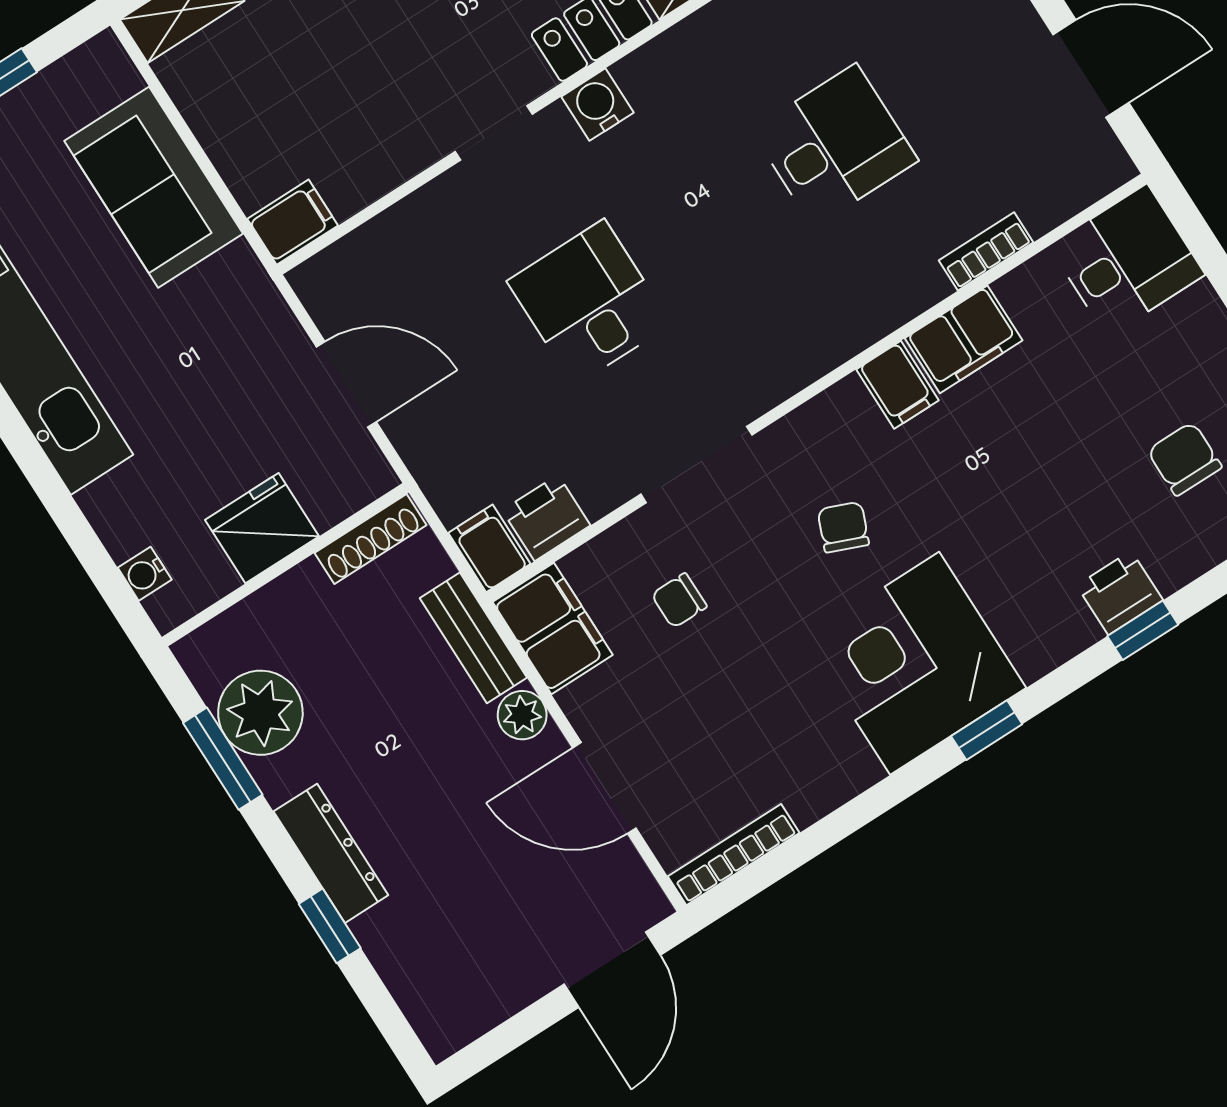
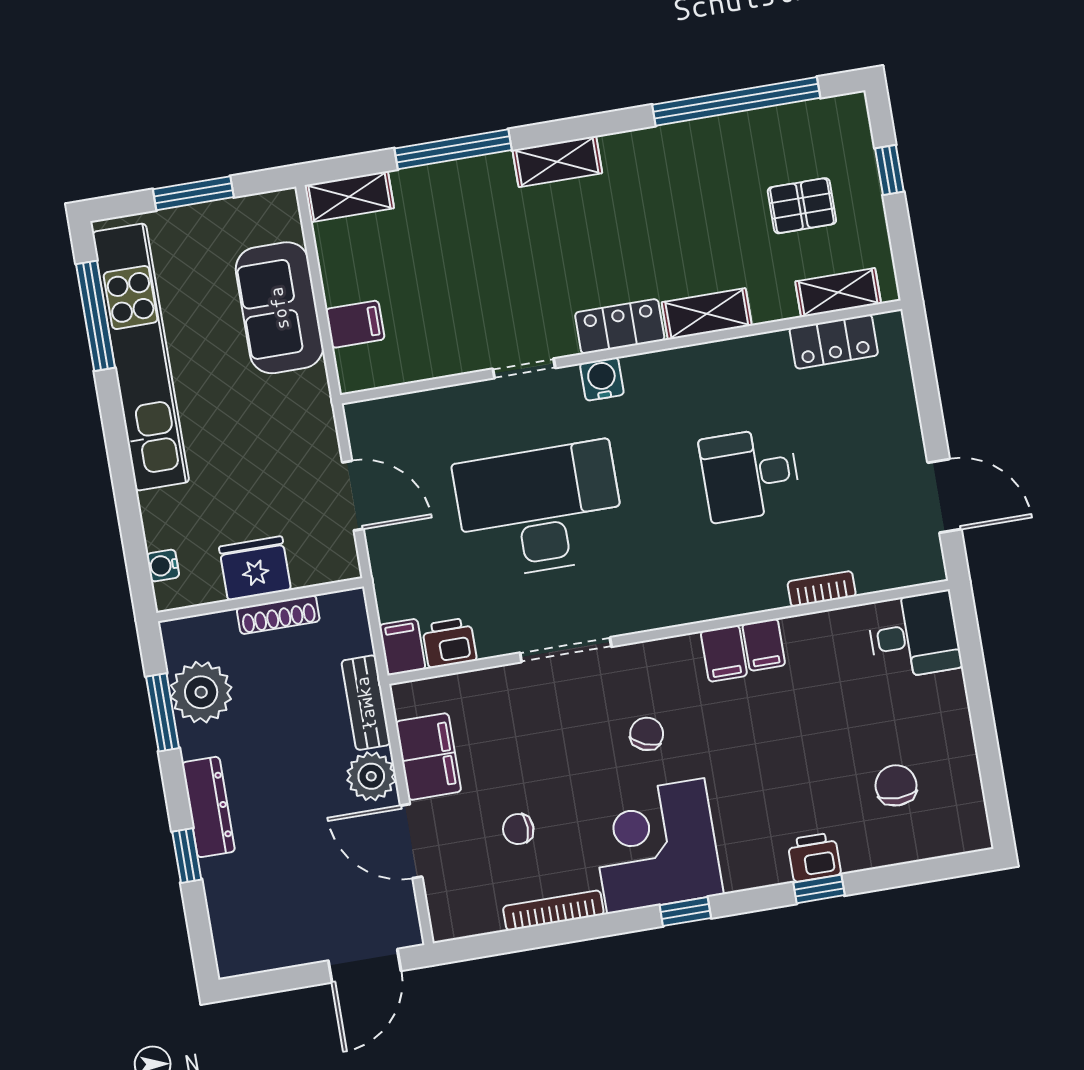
desk: (835, 145) -> (750, 474), turned 180
filing cabinet: (293, 222) -> (355, 324), moved
desk: (589, 303) -> (540, 510), width x1.87, depth x1.30
filing cabinet: (964, 339) -> (764, 645), width x0.50
shoe rack: (371, 539) -> (278, 615), moved
chair: (679, 601) -> (518, 829), moved
filing cabinet: (553, 628) -> (428, 757), moved
plant: (522, 715) -> (371, 776), width x1.38, depth x1.38
bookcase: (734, 855) -> (553, 910), moved

